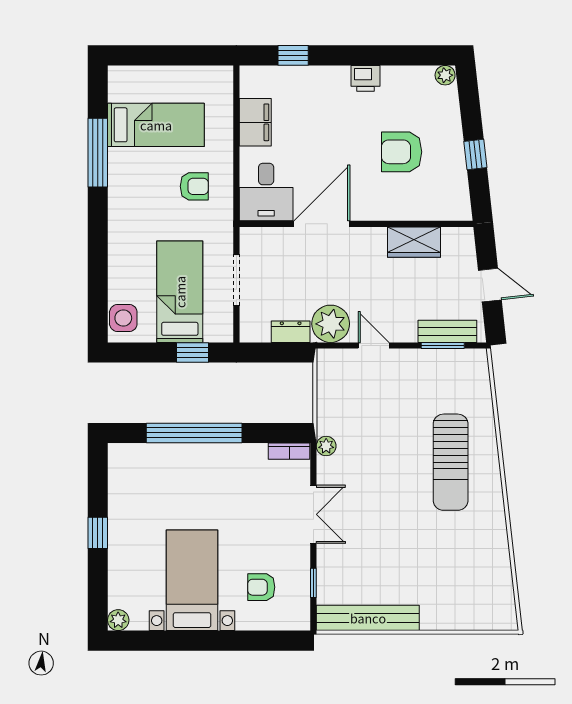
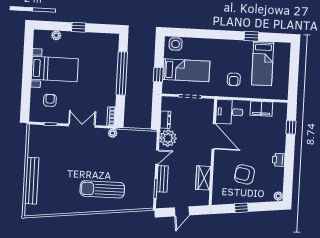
armchair: (402, 152) -> (244, 174), turned -80
window: (98, 153) -> (251, 36), width x0.46
bench: (447, 331) -> (162, 179), moved
double door: (313, 514) -> (82, 126), swing flipped
bench: (368, 618) -> (32, 181), moved
plant: (118, 620) -> (56, 35), moved

